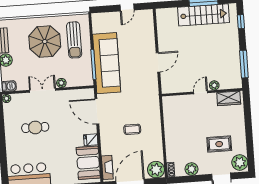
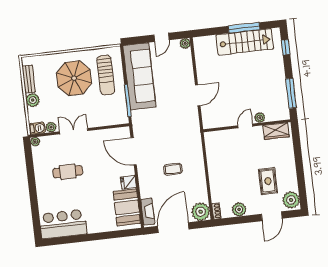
plant: (148, 14) -> (185, 43), added
sofa: (107, 63) -> (139, 76), moved
plant: (61, 83) -> (51, 127), moved
rug: (219, 144) -> (268, 181), turned 90

